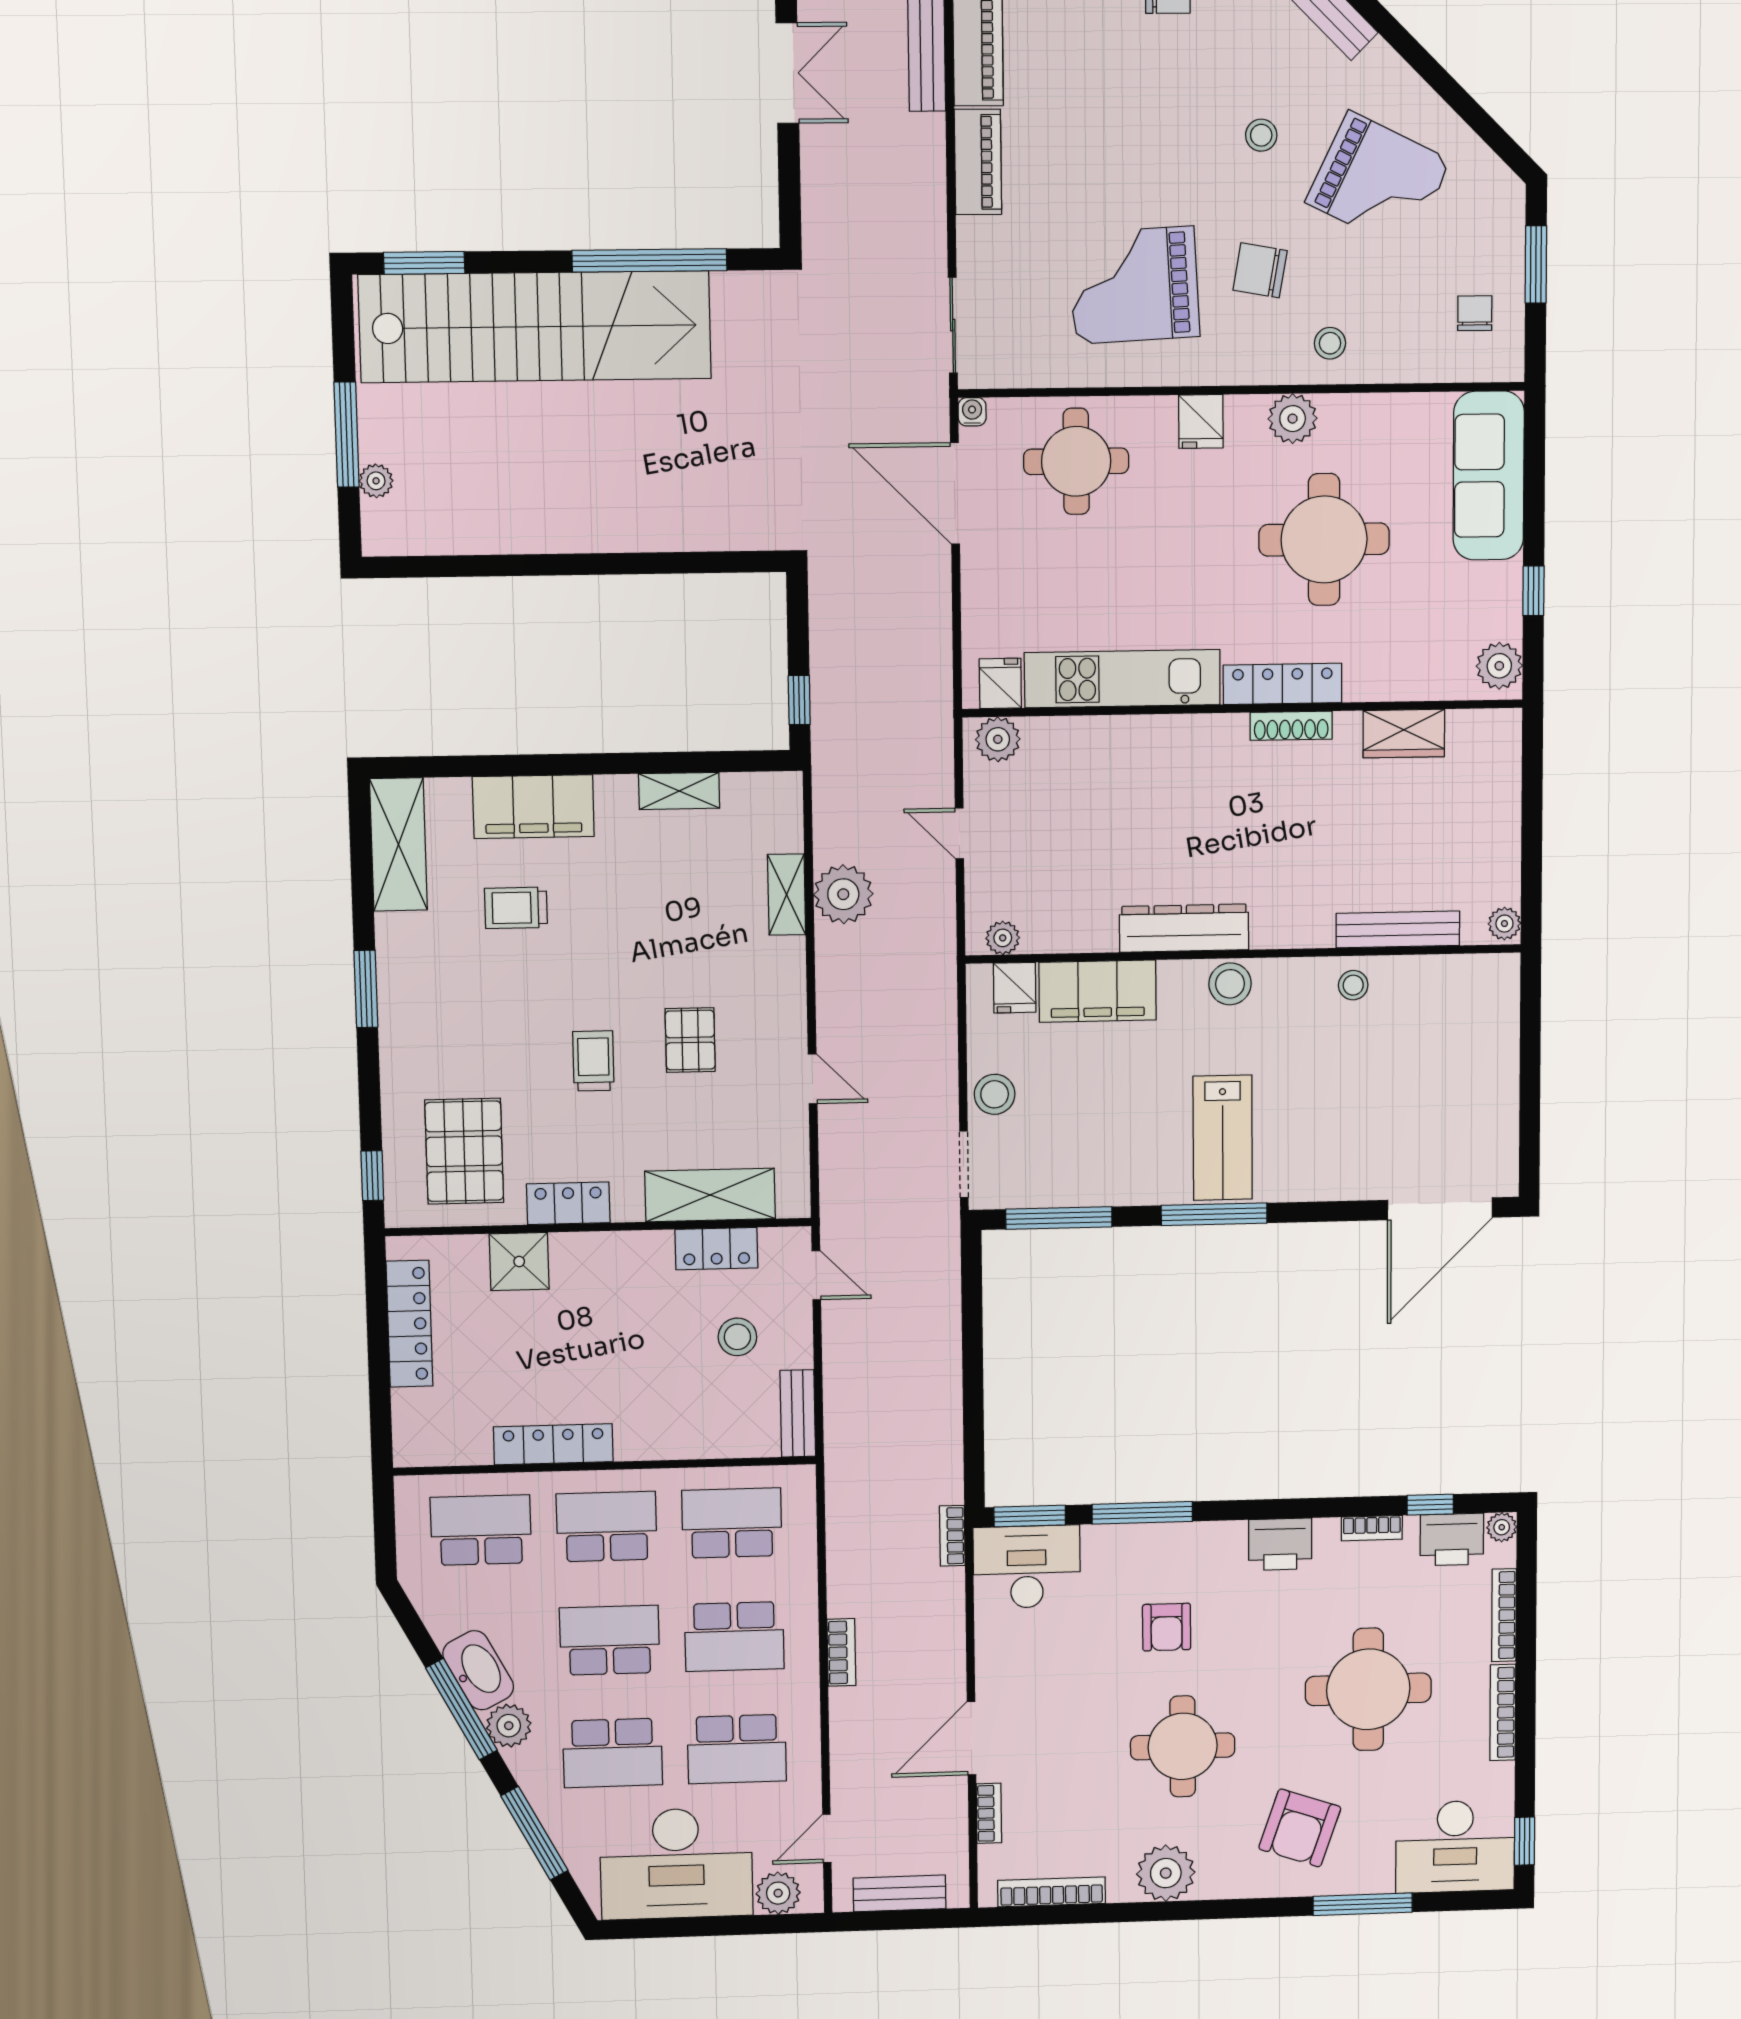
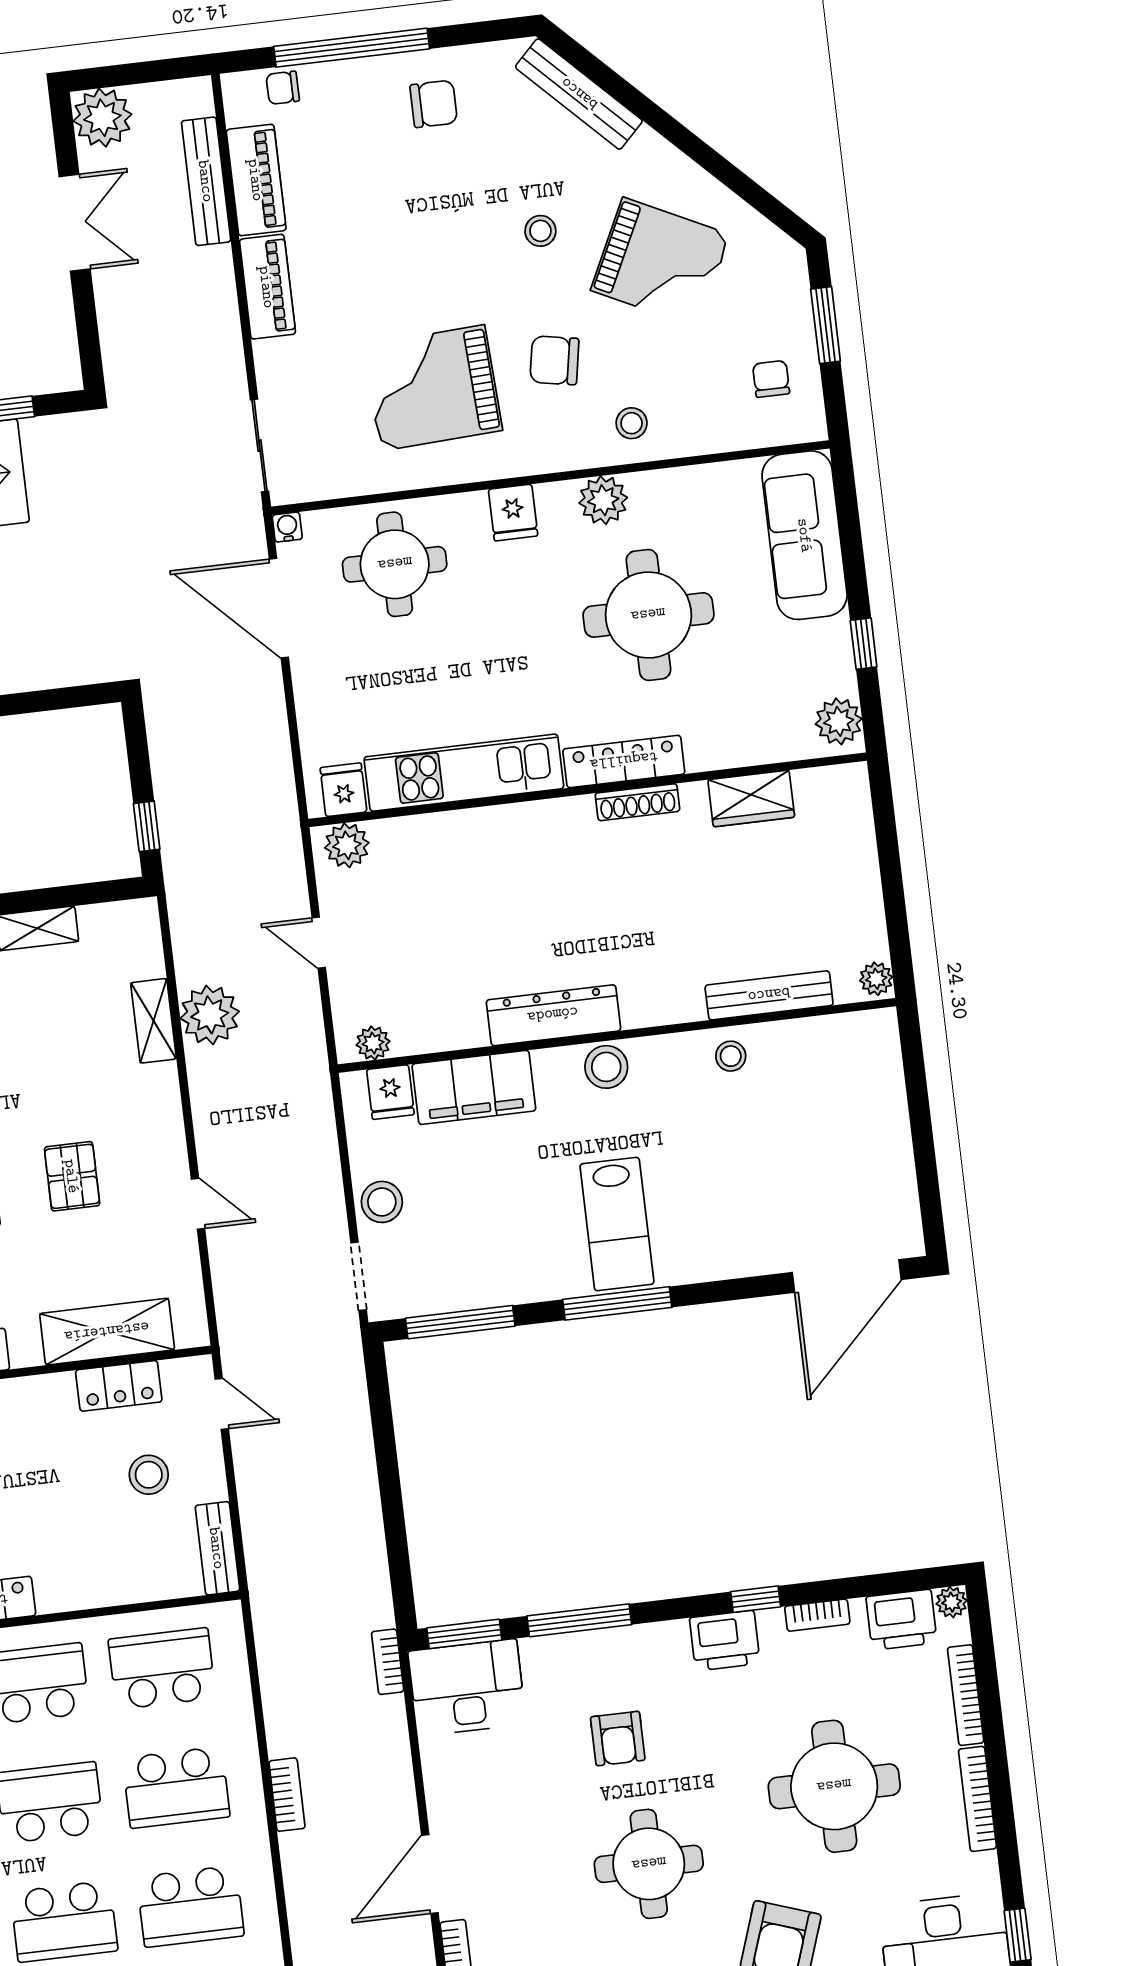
window: (1430, 1505) -> (756, 1599), moved

